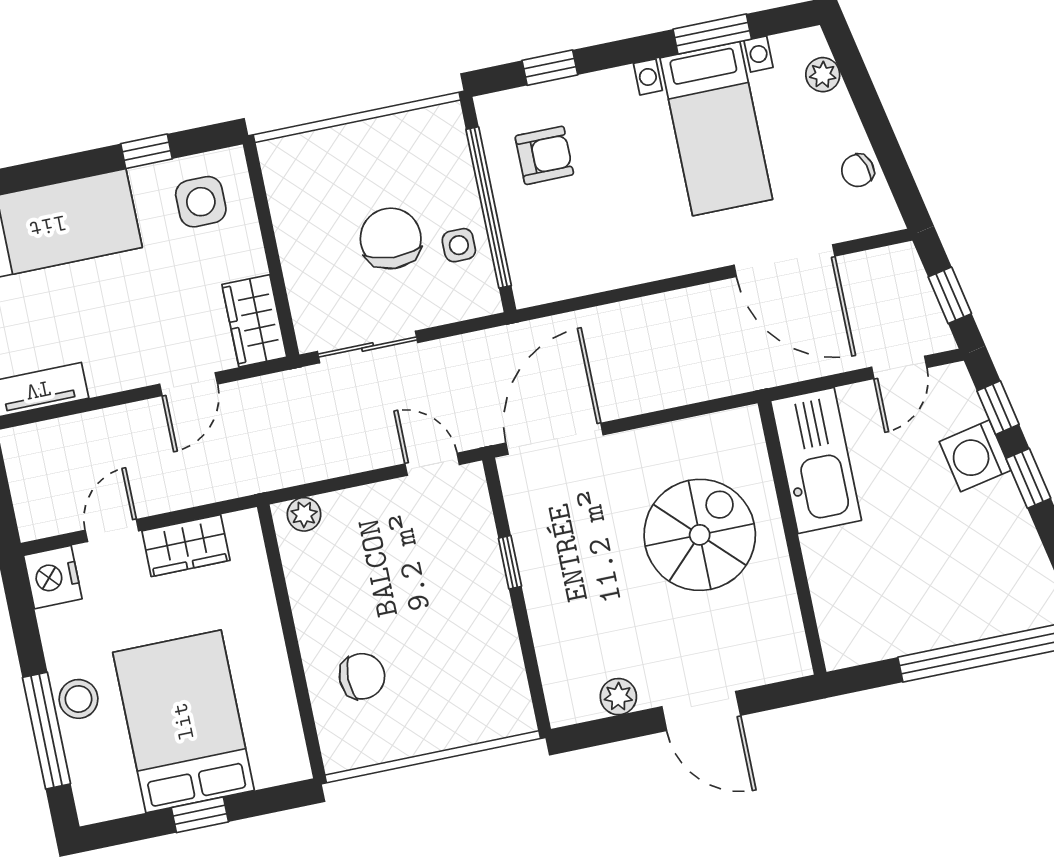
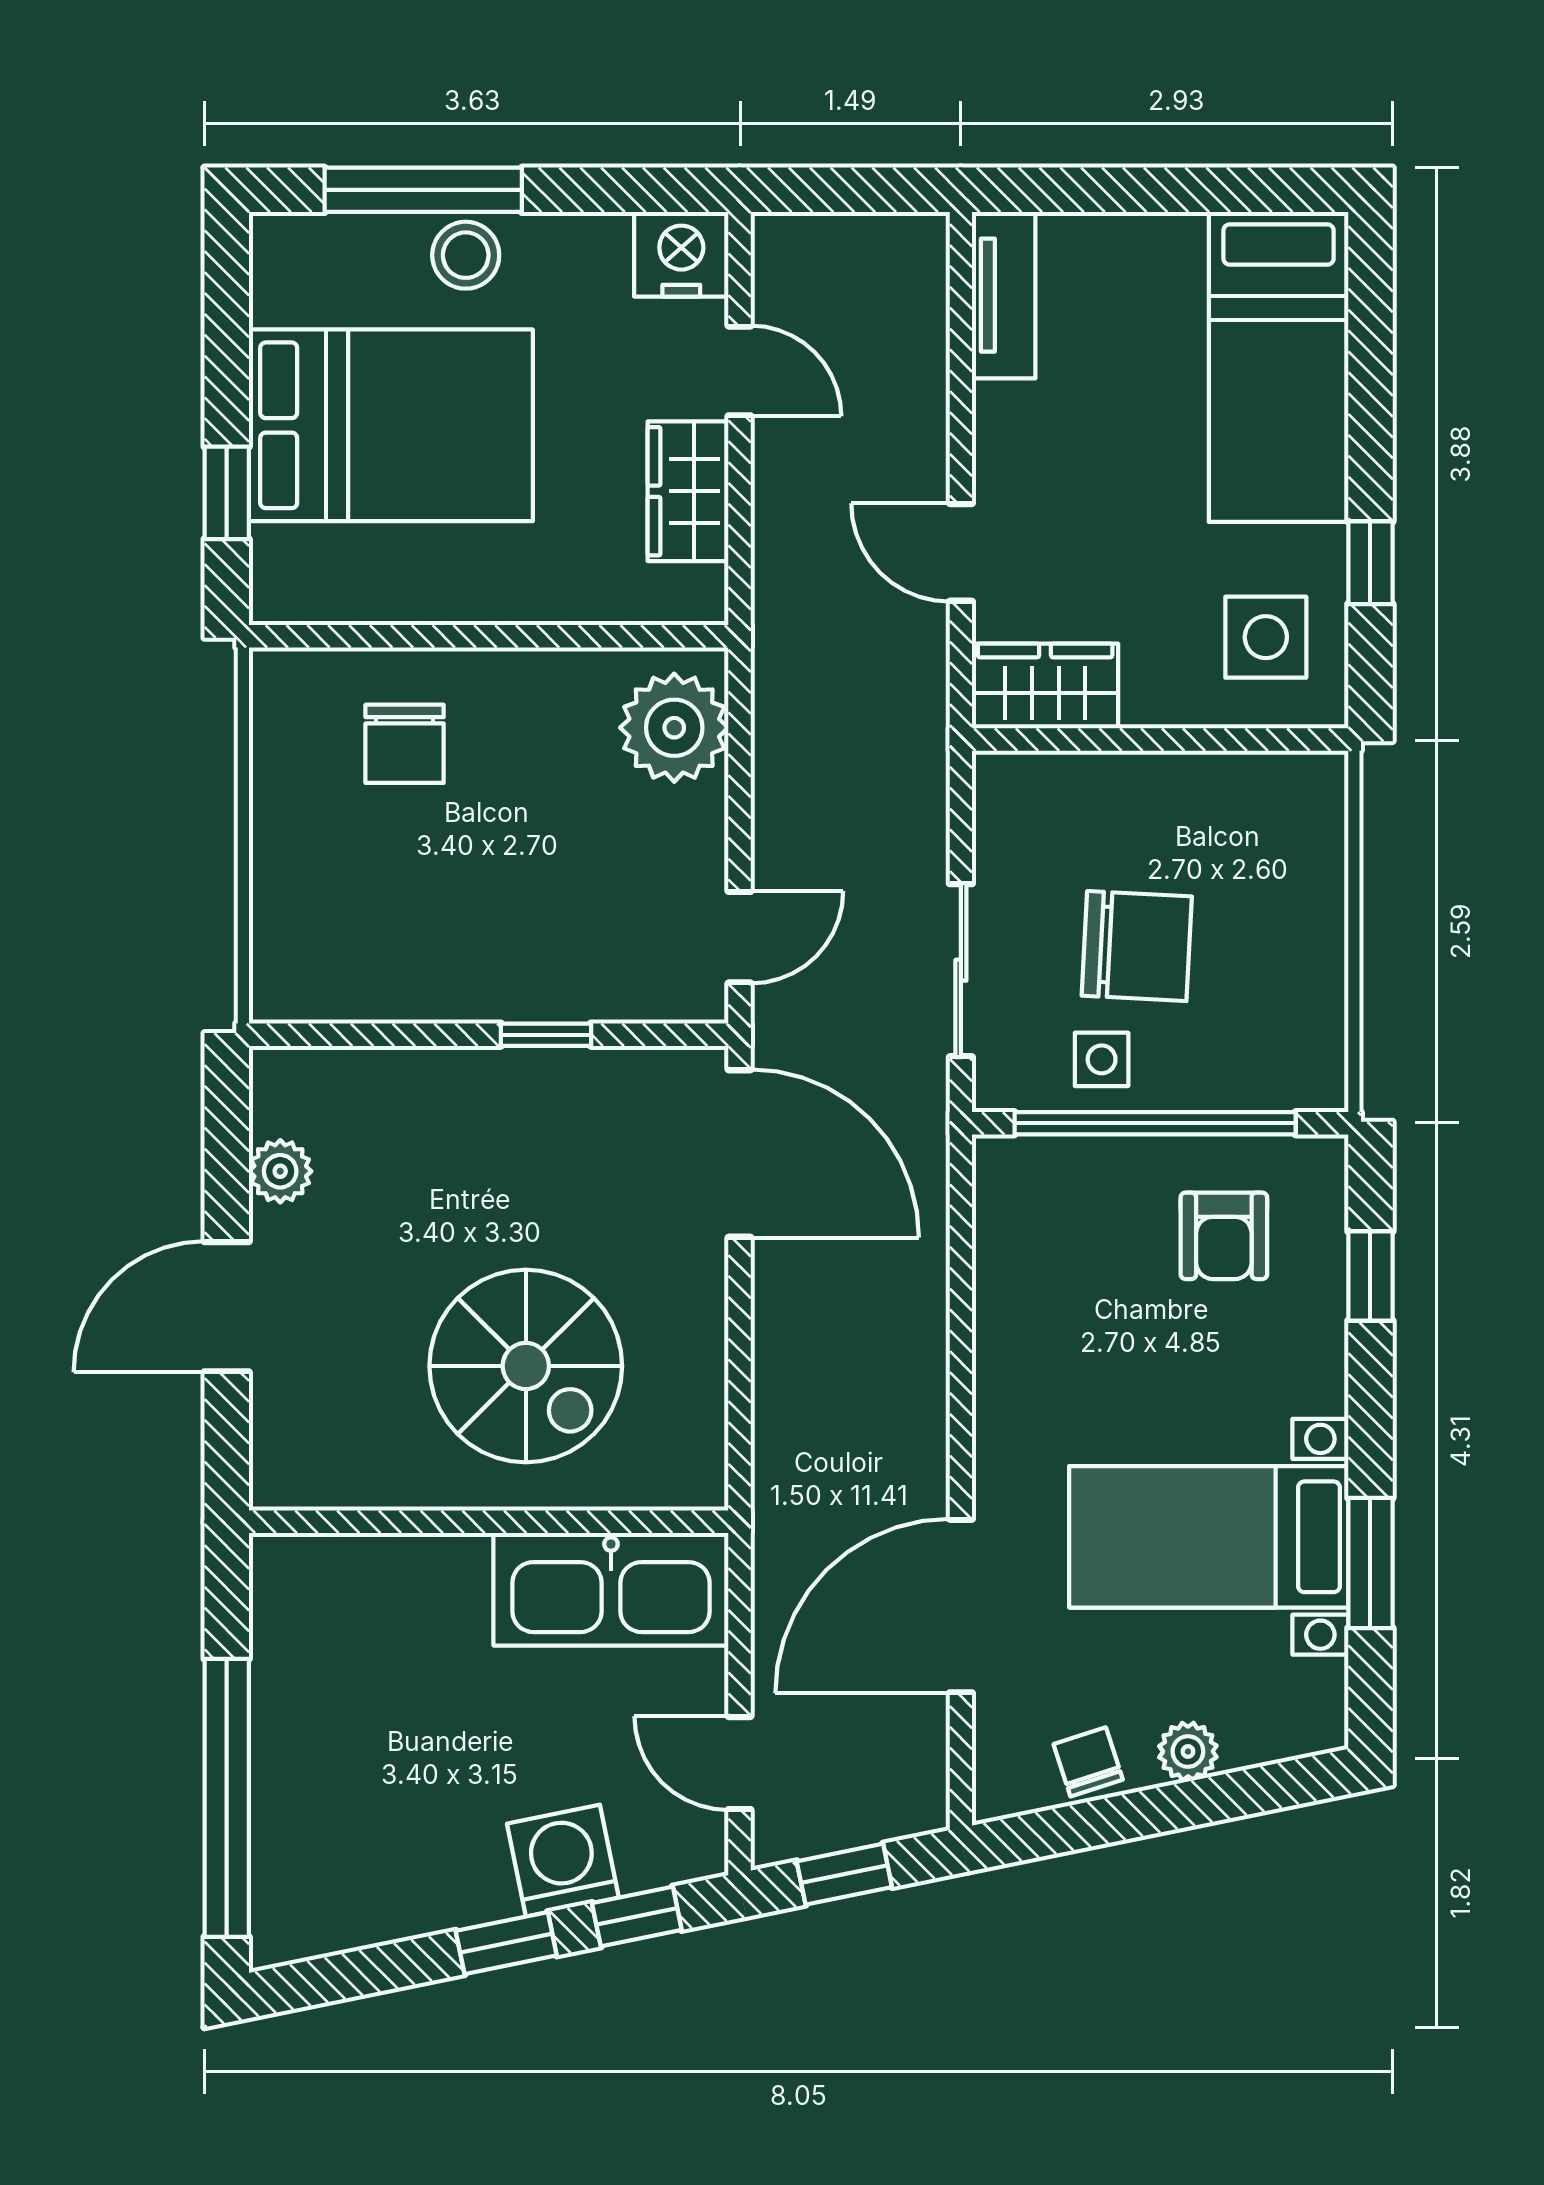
plant: (823, 75) -> (1188, 1752), moved
sliding door: (368, 347) -> (961, 970), moved
plant: (304, 514) -> (674, 728), width x1.88, depth x1.88
window: (200, 815) -> (227, 493), moved

